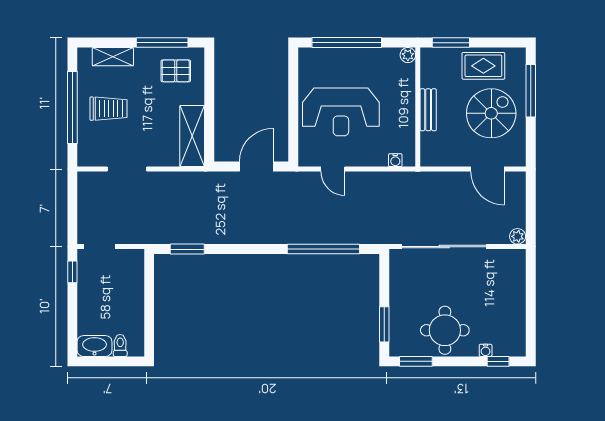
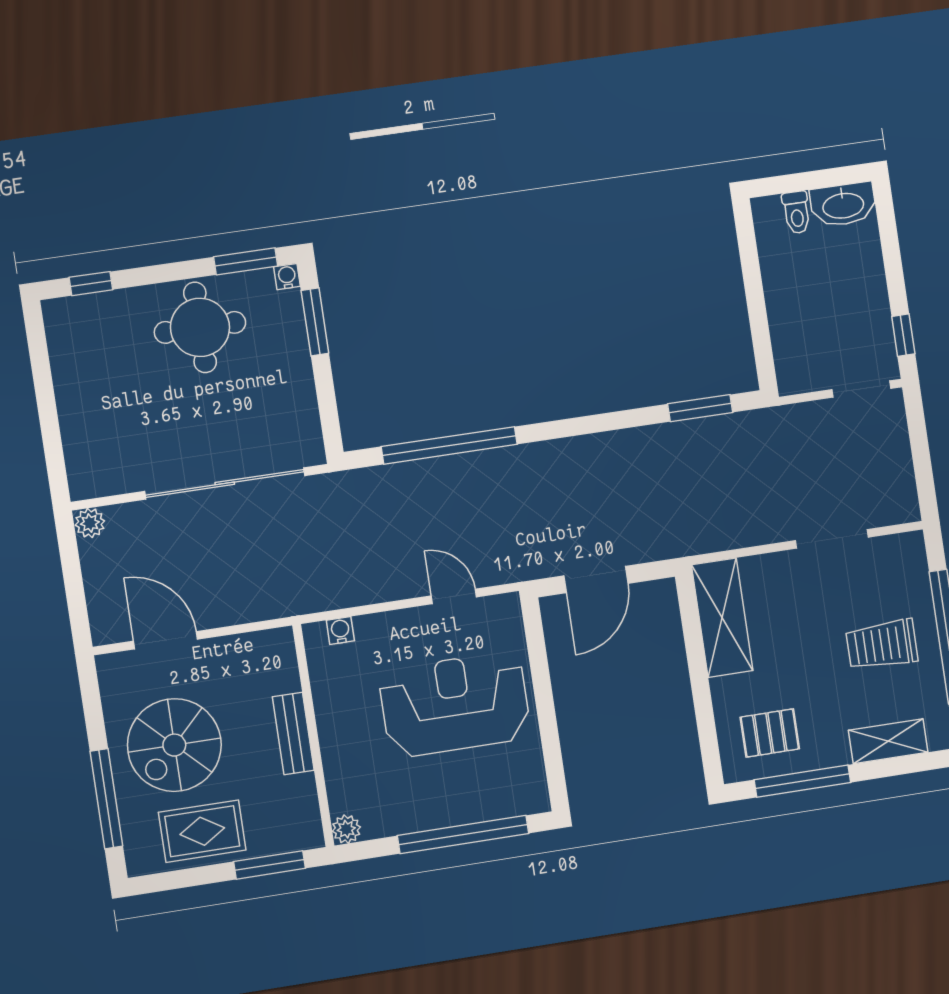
water cooler: (486, 350) -> (287, 277), moved

